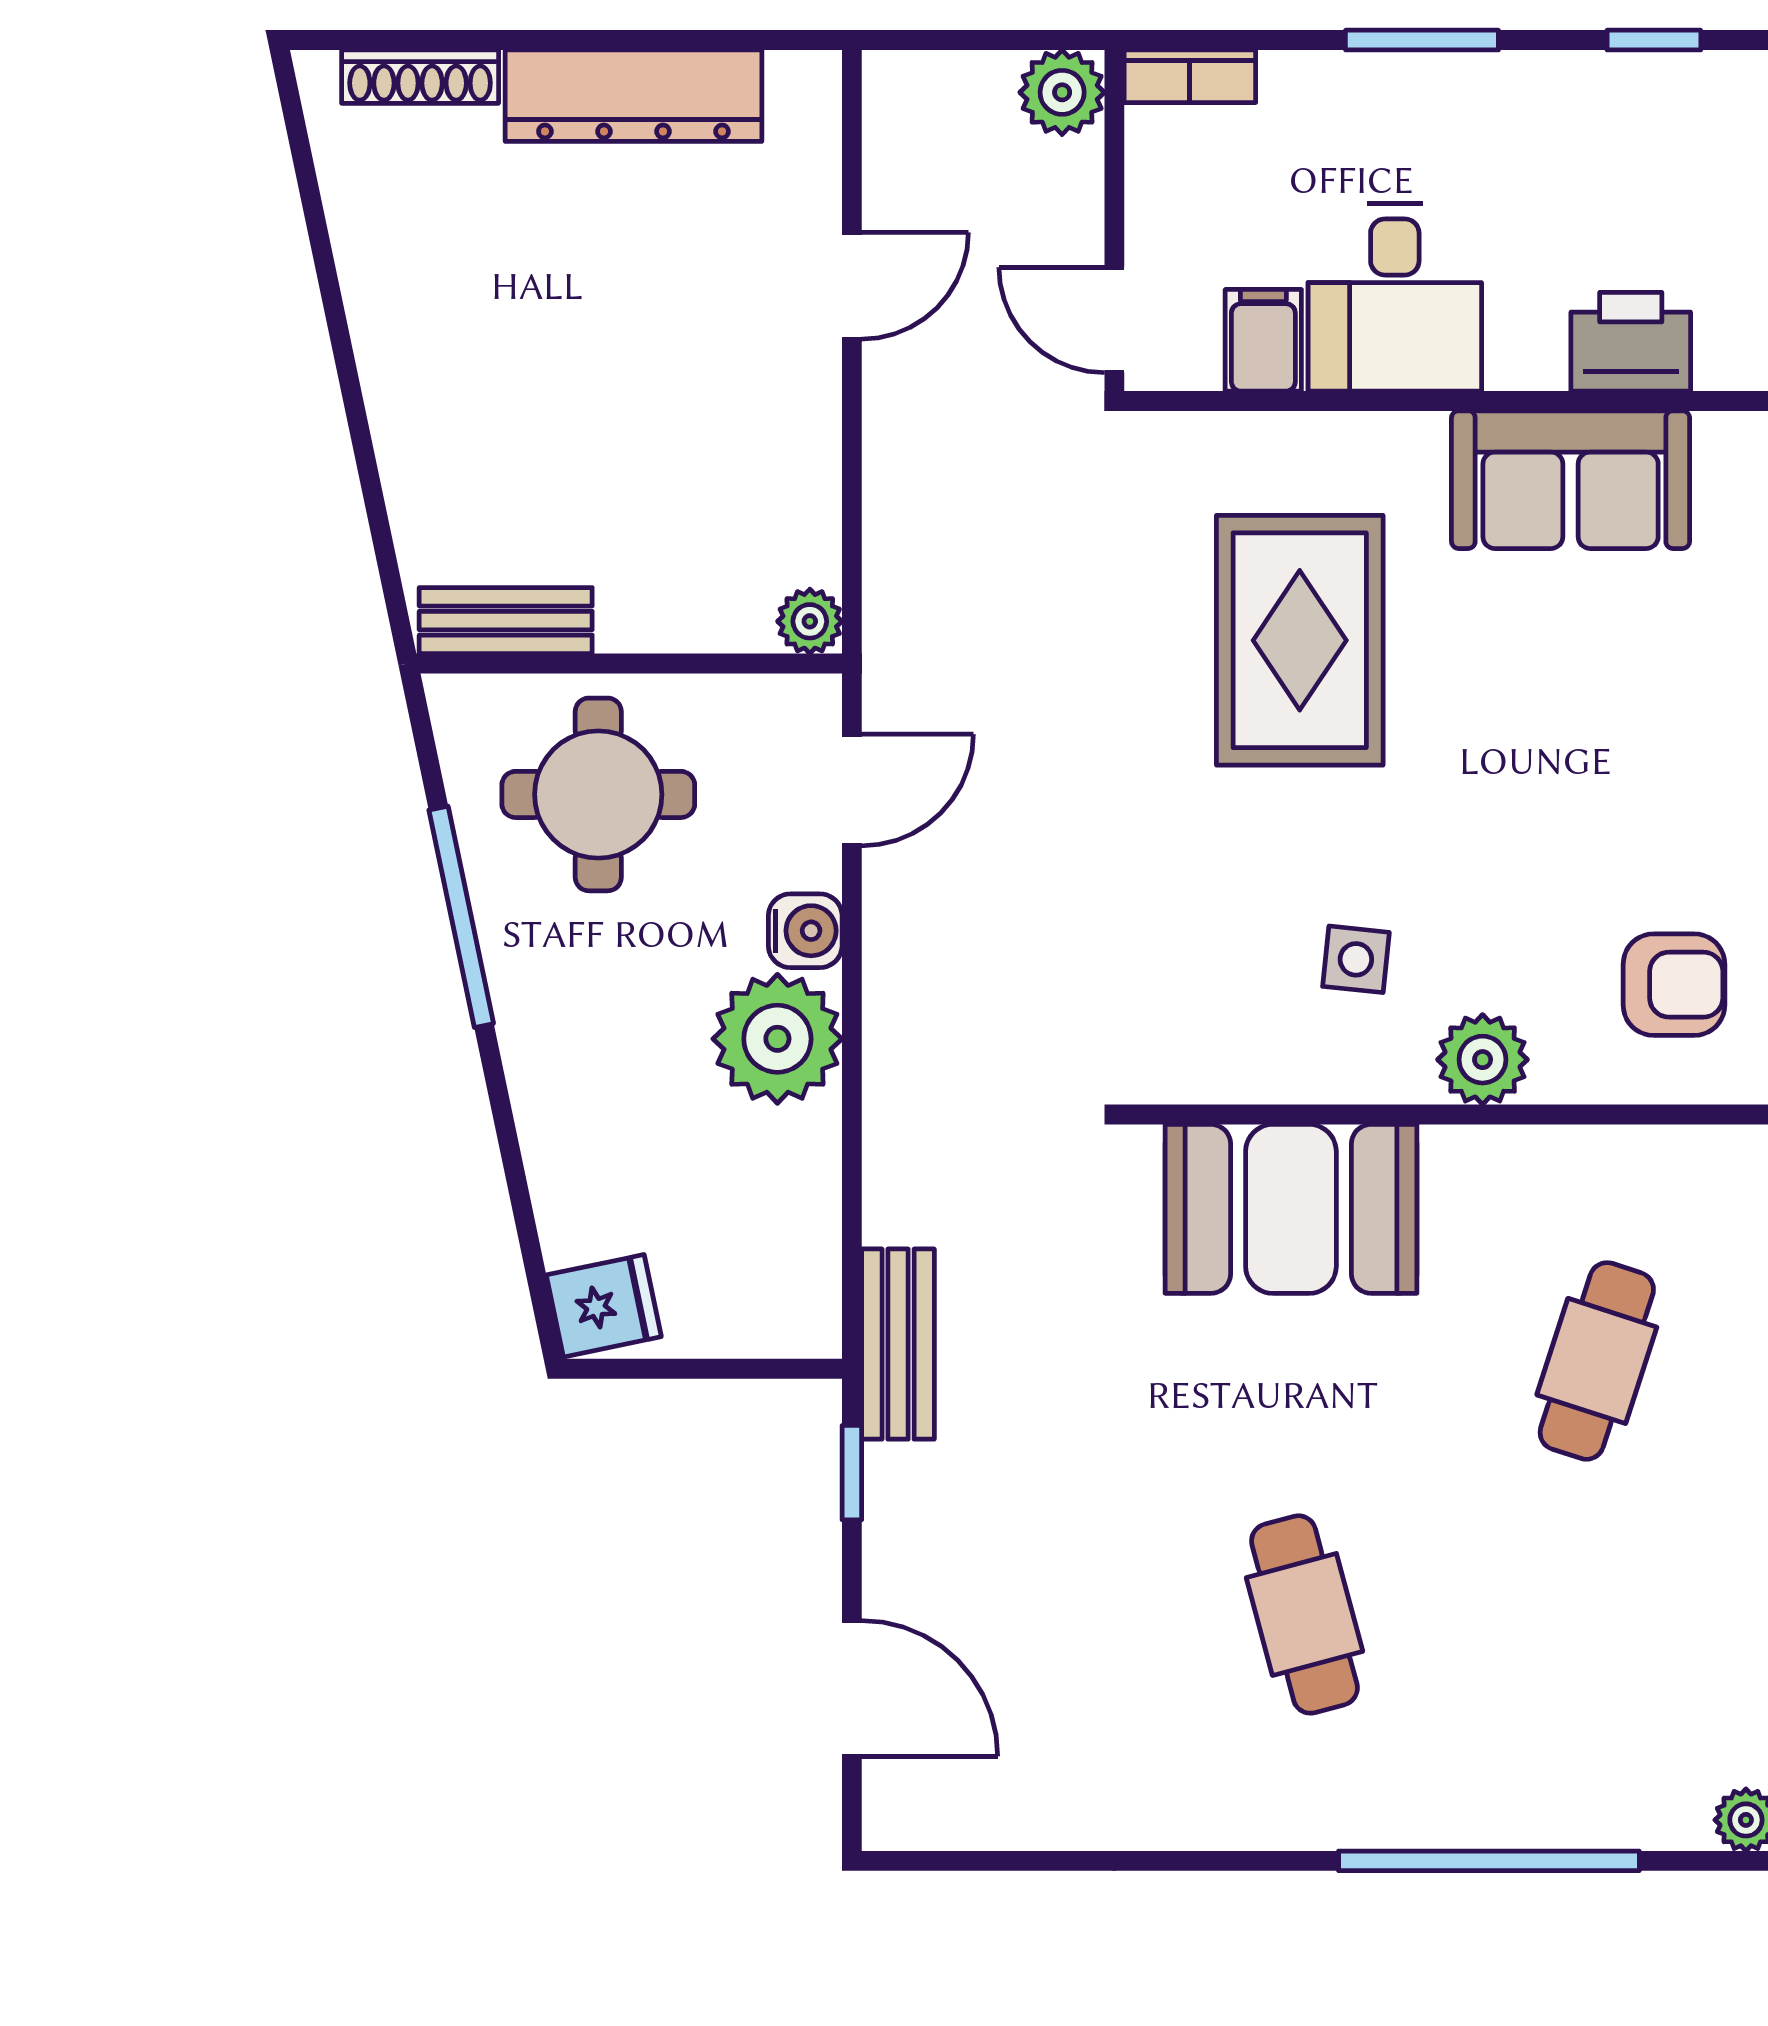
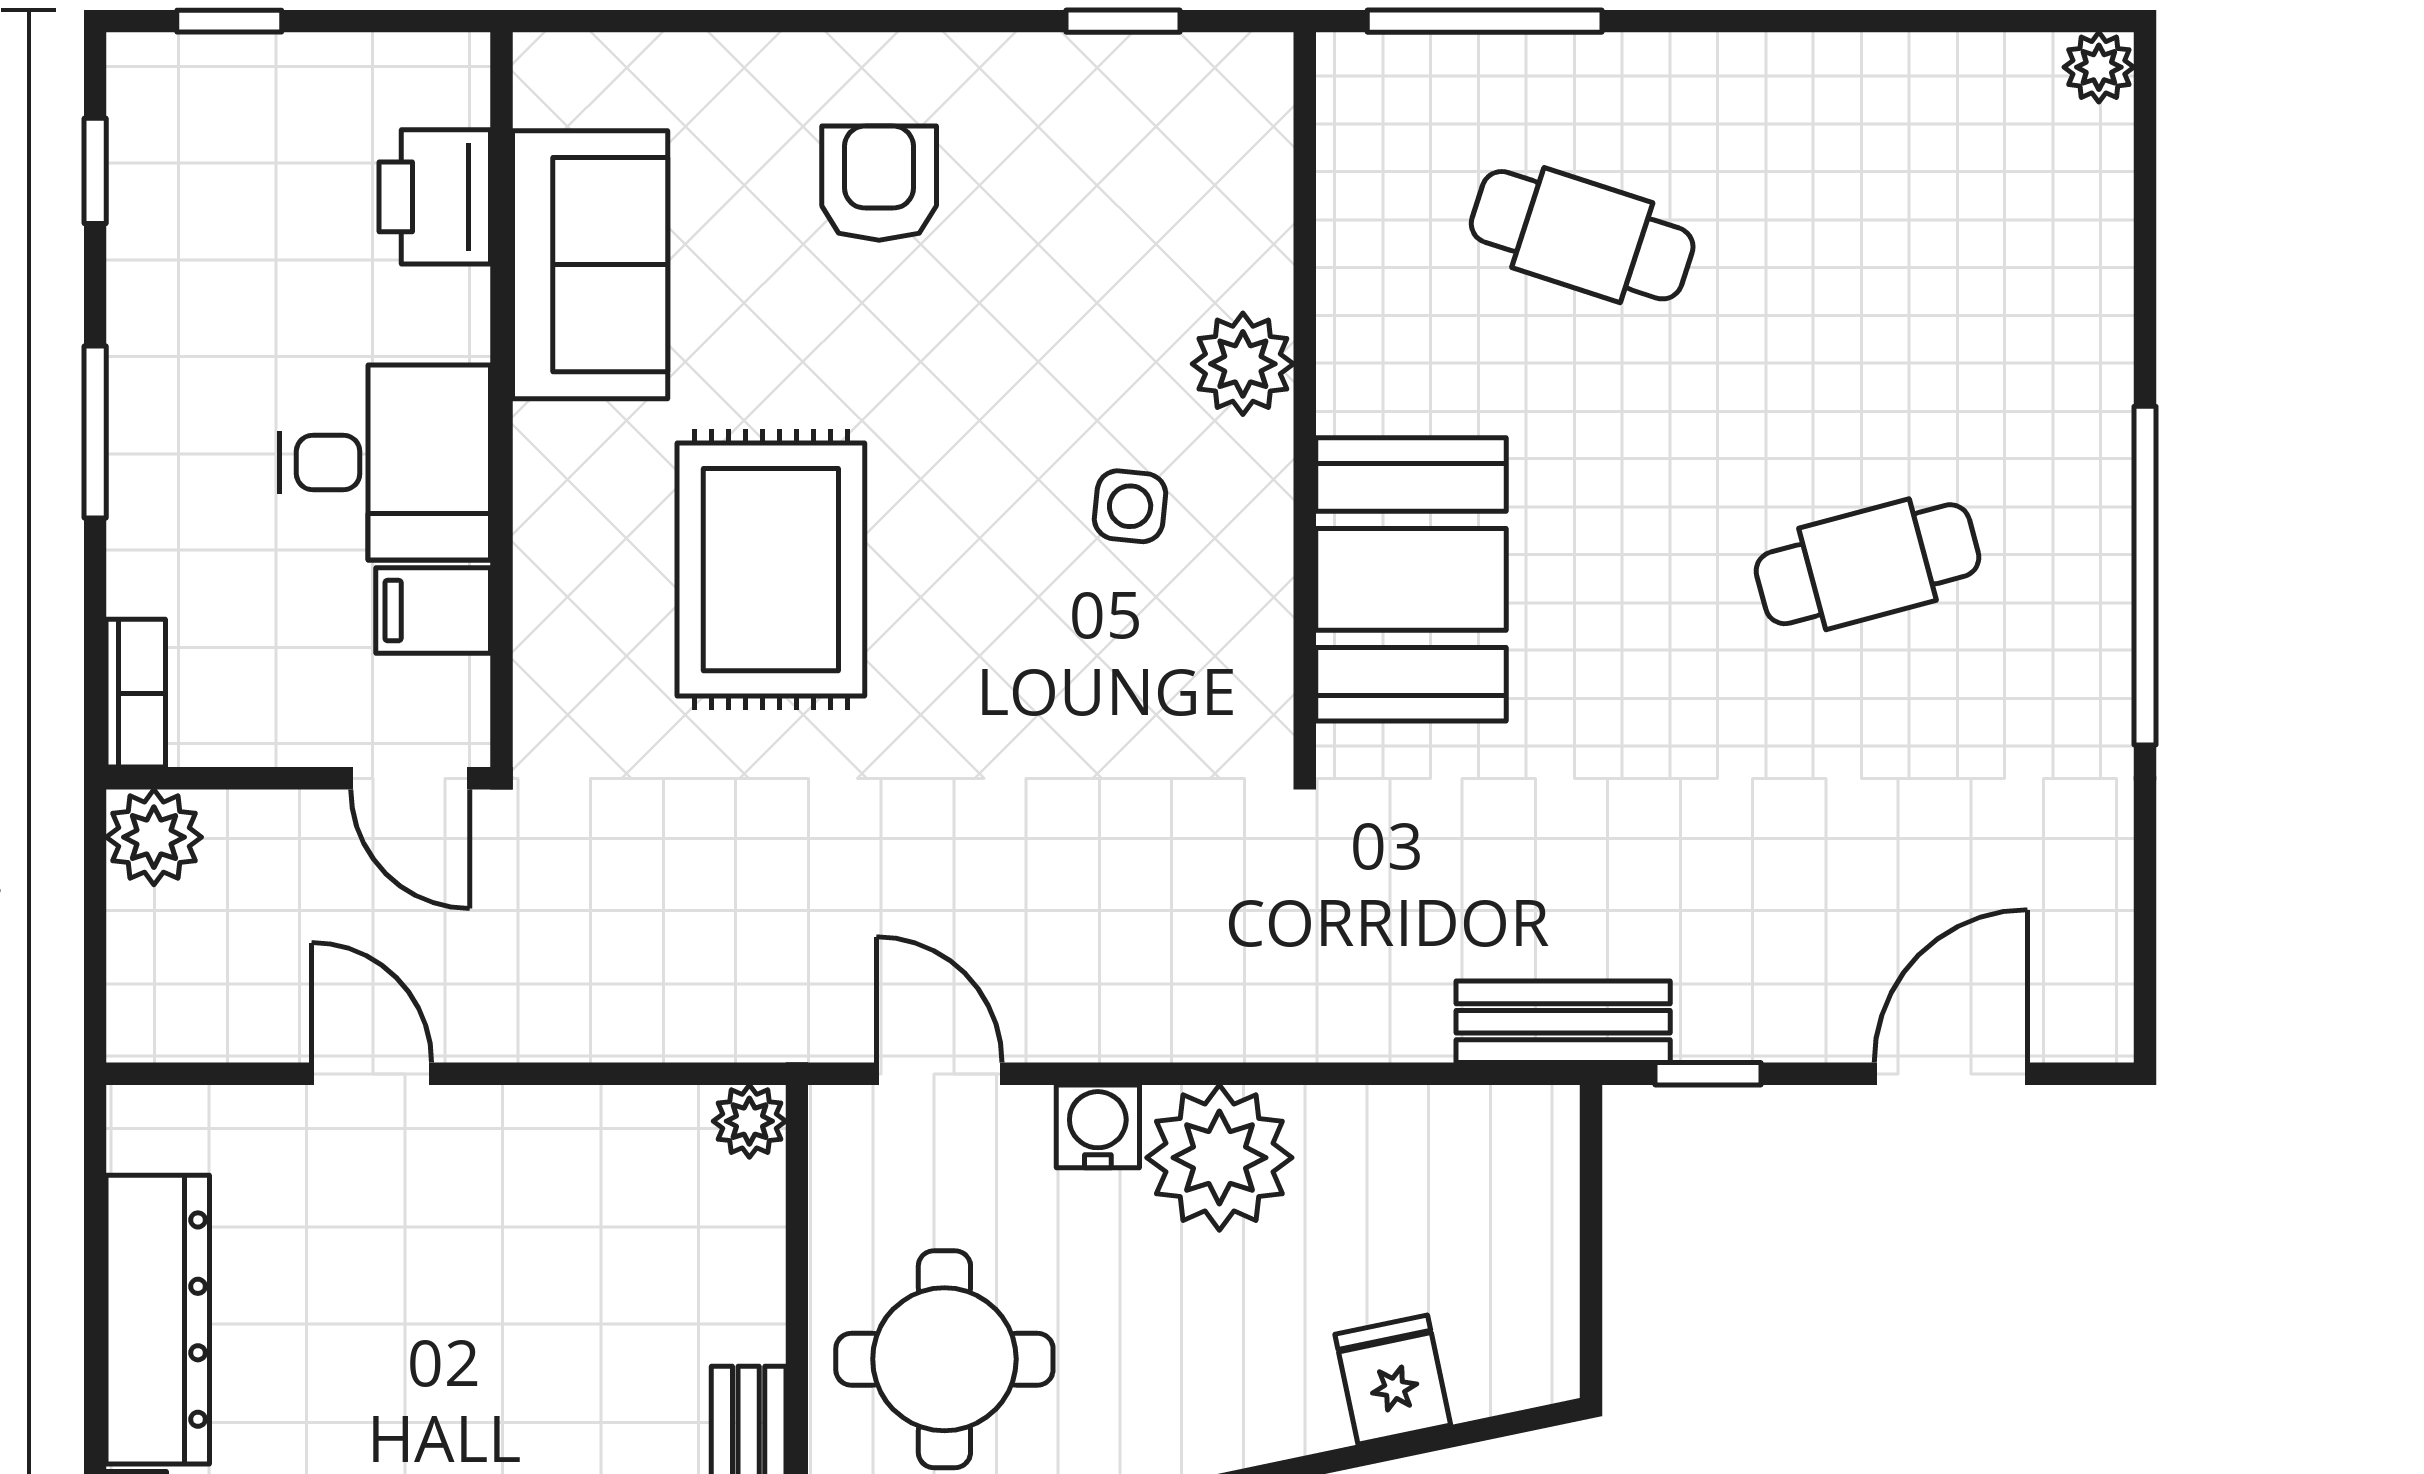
door: (1114, 320) -> (410, 778), hinge flipped
rug: (1300, 640) -> (771, 570), turned 90
armchair: (1674, 985) -> (879, 183), moved
fridge: (604, 1306) -> (1393, 1380), moved
window: (1489, 1861) -> (2145, 576), moved

